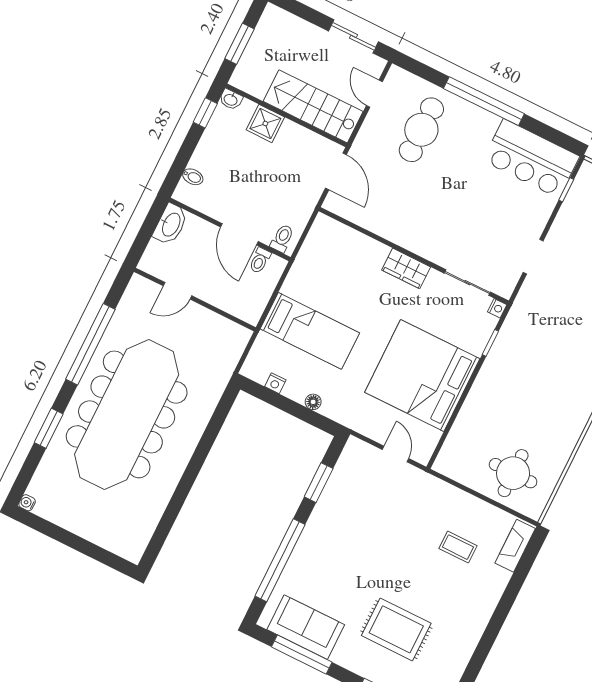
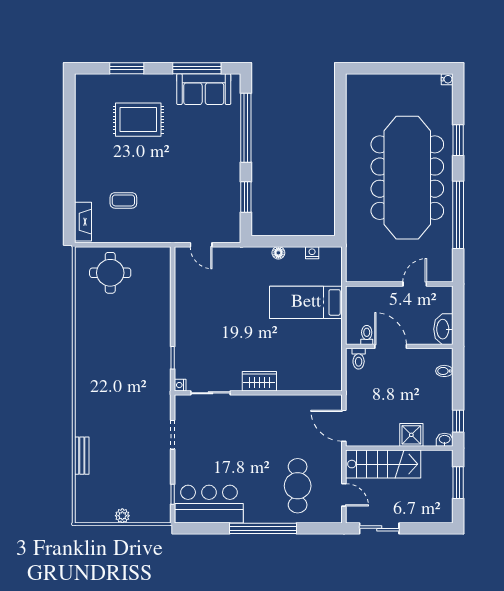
bed: (422, 376) -> (210, 310), removed

